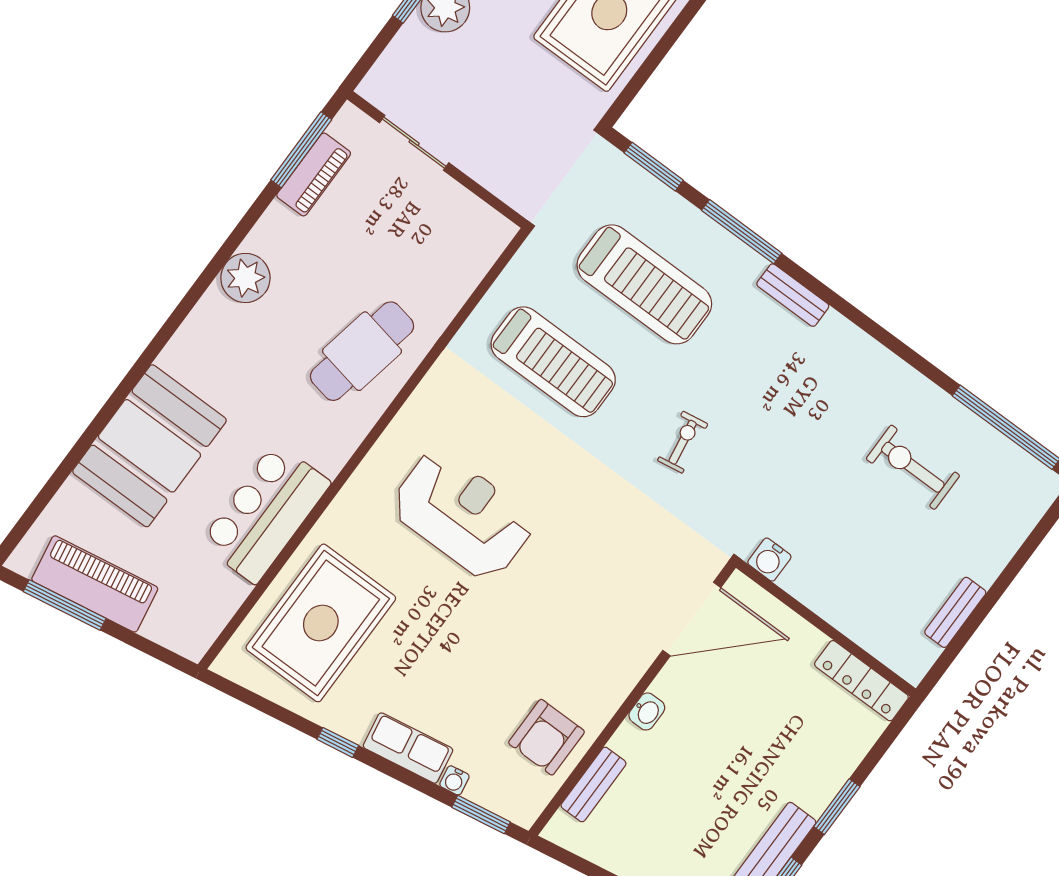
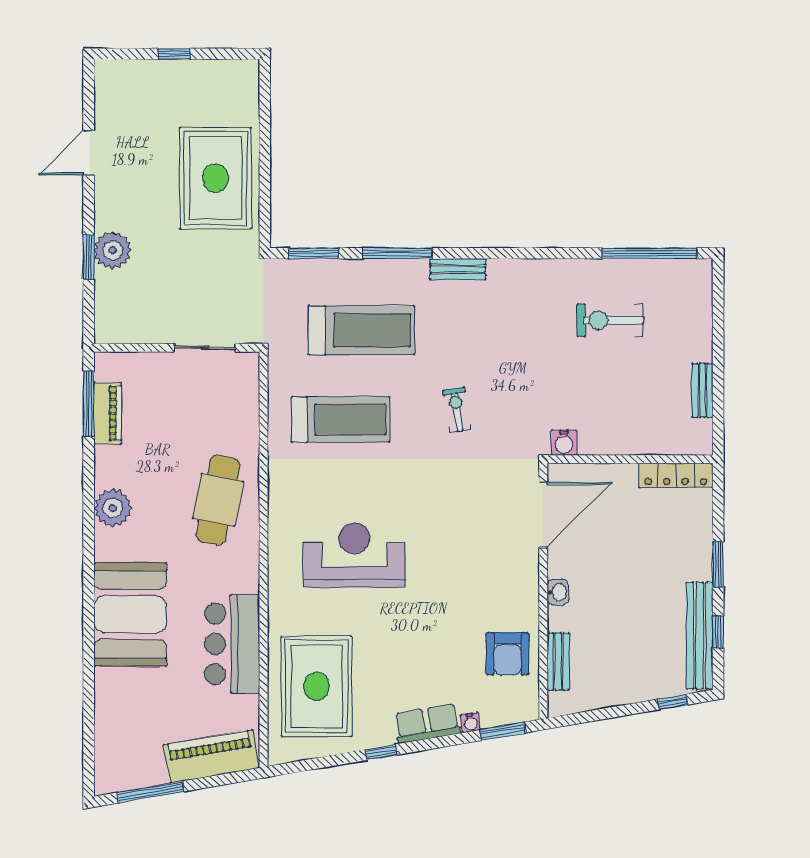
sliding door: (414, 143) -> (205, 348), moved
booth: (149, 446) -> (130, 614), moved
piano: (95, 584) -> (211, 756), moved

